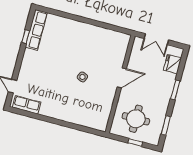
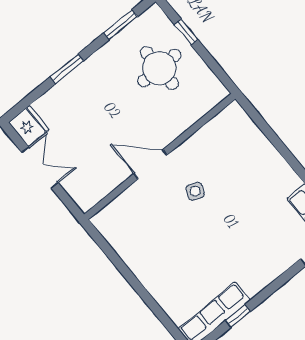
fridge: (172, 64) -> (29, 126), moved, turned -90
door: (122, 78) -> (150, 164), moved
wall: (120, 84) -> (160, 157), moved

